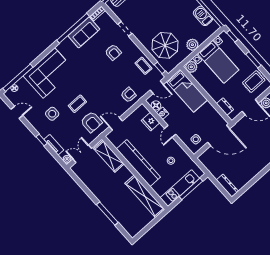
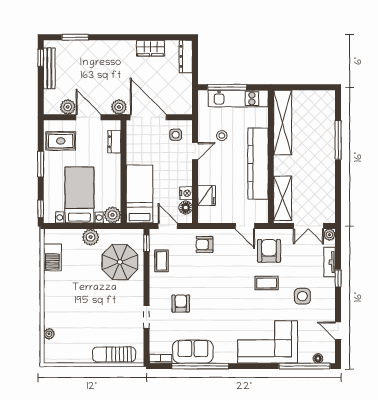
plant: (239, 127) -> (119, 107), added
door: (170, 131) -> (195, 151), moved
wardrobe: (250, 173) -> (150, 48), added

